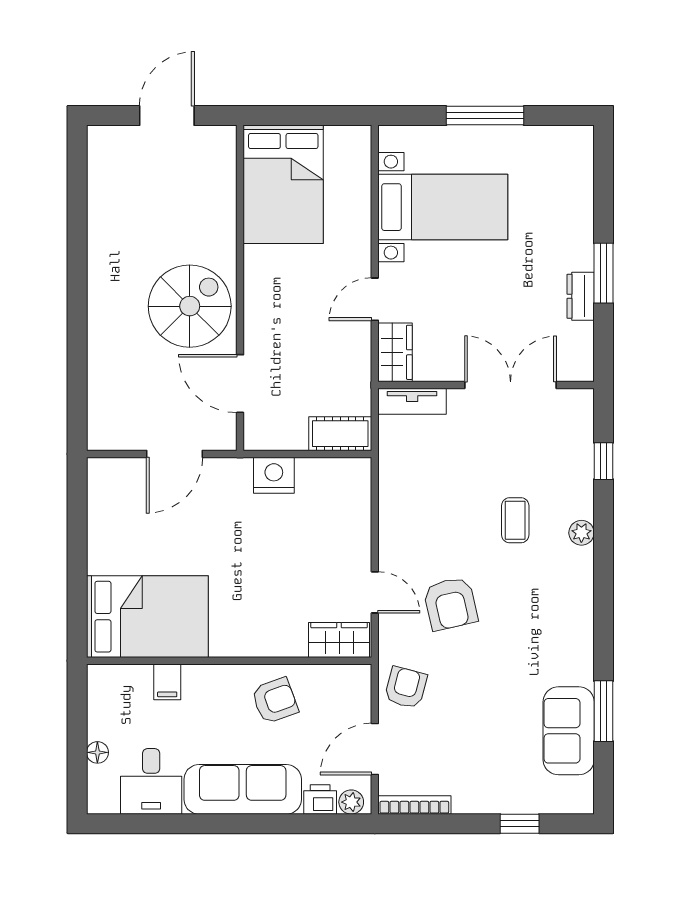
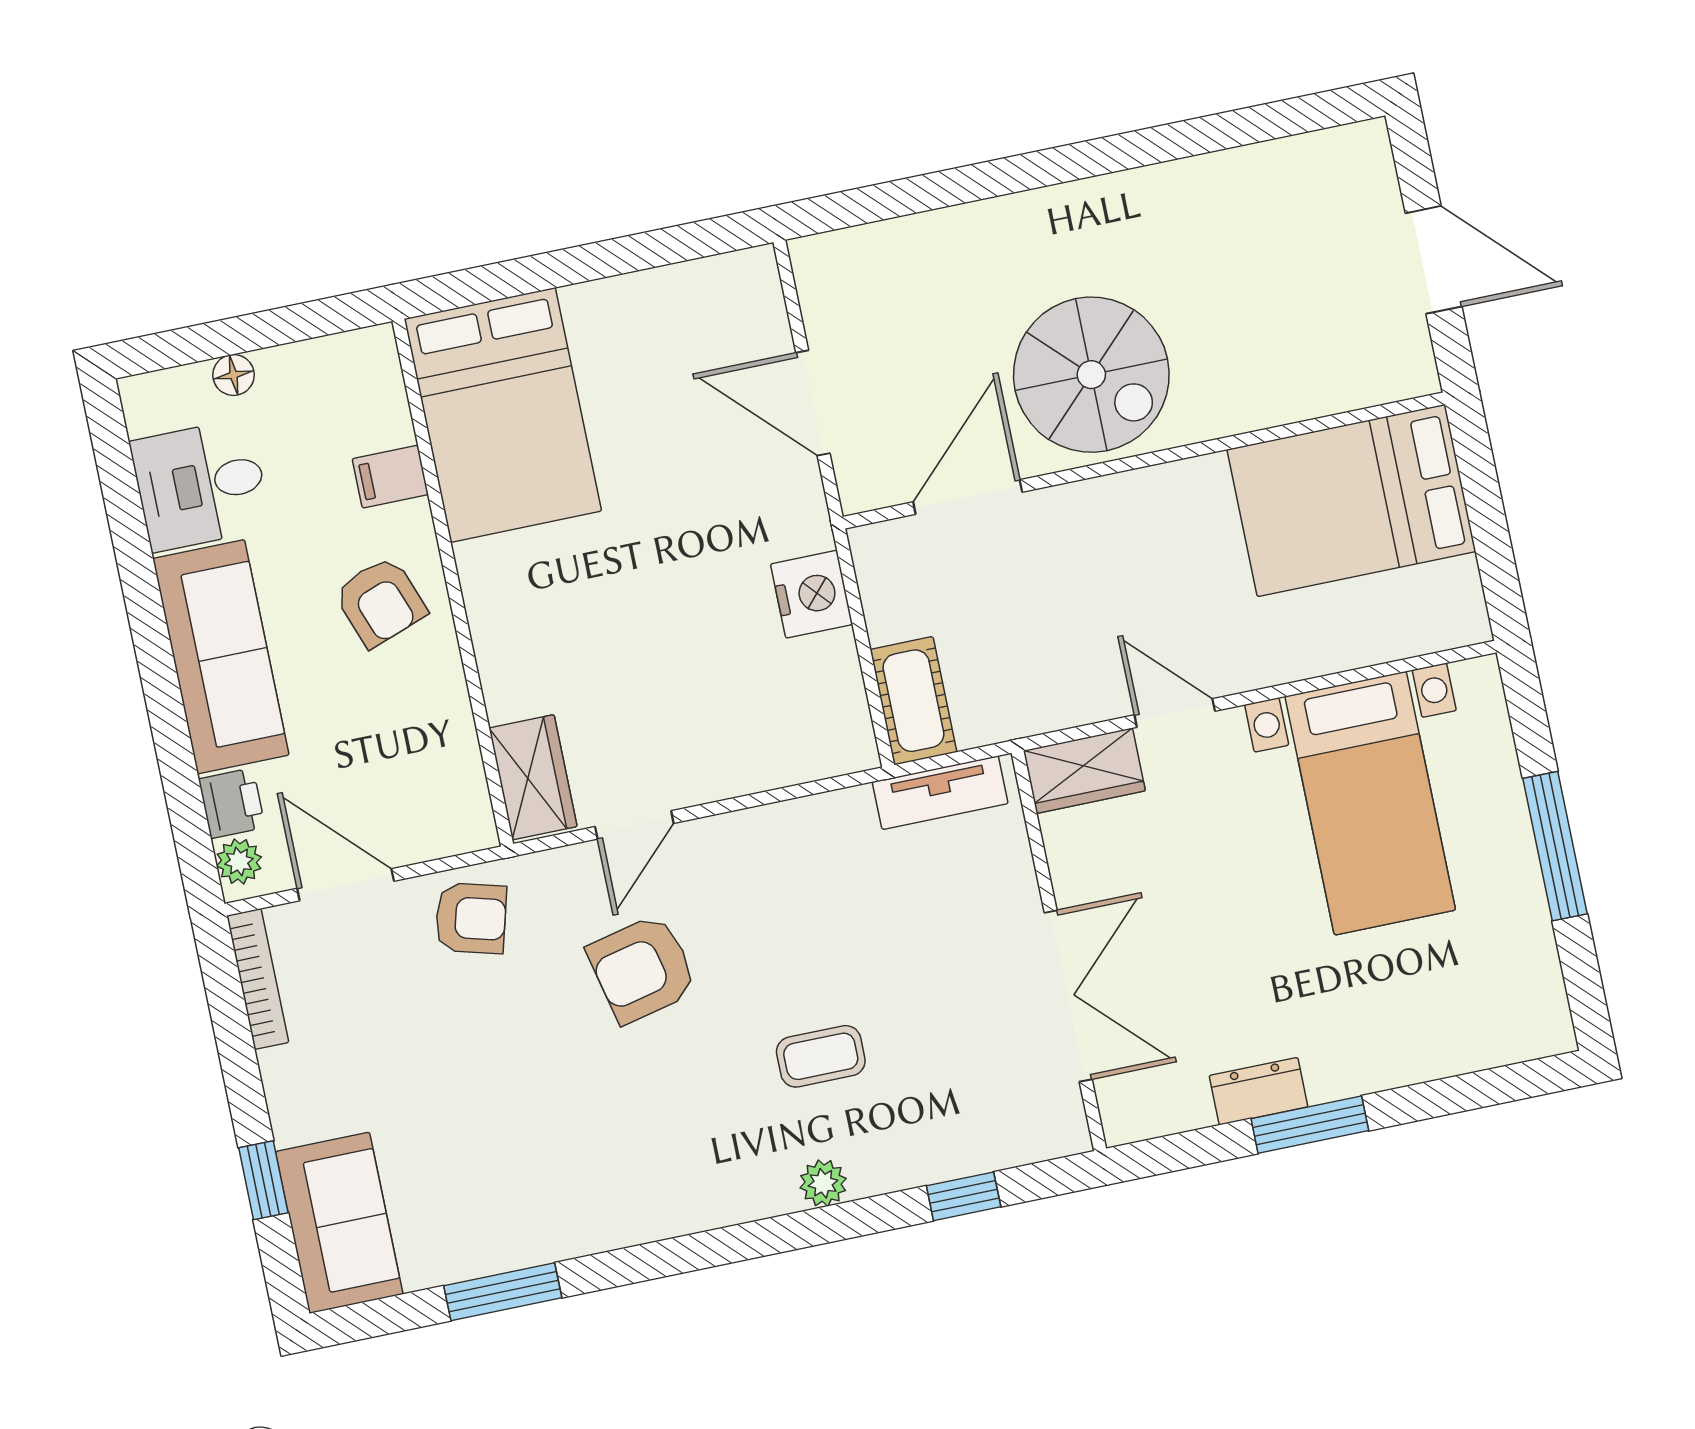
tv unit: (412, 401) -> (940, 793), moved, turned -90
armchair: (275, 701) -> (380, 602), moved
sofa: (569, 731) -> (339, 1223), moved, turned 90

